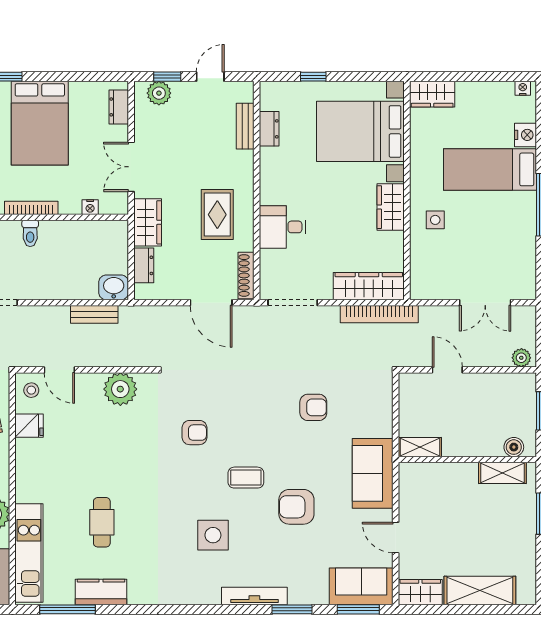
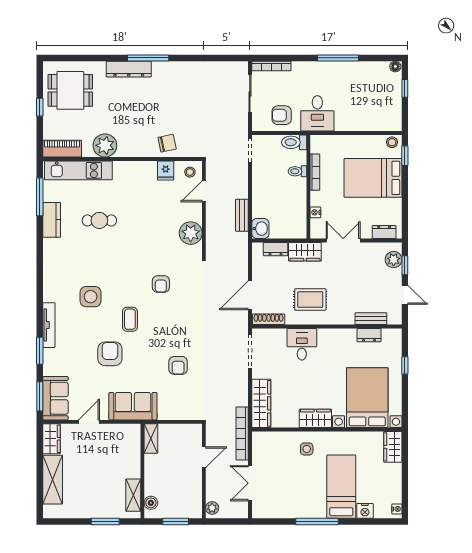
bookcase: (379, 314) -> (242, 433), moved

